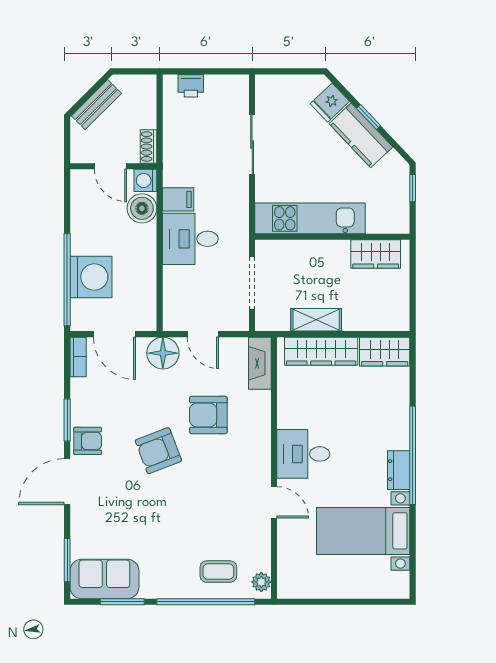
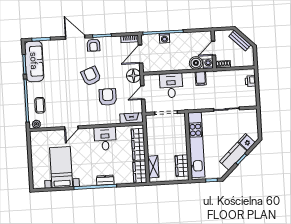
kitchen unit: (310, 218) -> (196, 145), width x1.36
desk: (190, 239) -> (171, 85), moved
washing machine: (91, 277) -> (165, 38), width x0.53, depth x0.53
shelving: (316, 320) -> (153, 167), moved
desk: (303, 454) -> (105, 139), moved
dresser: (399, 470) -> (105, 180), moved
sofa: (104, 579) -> (34, 61), width x1.36

